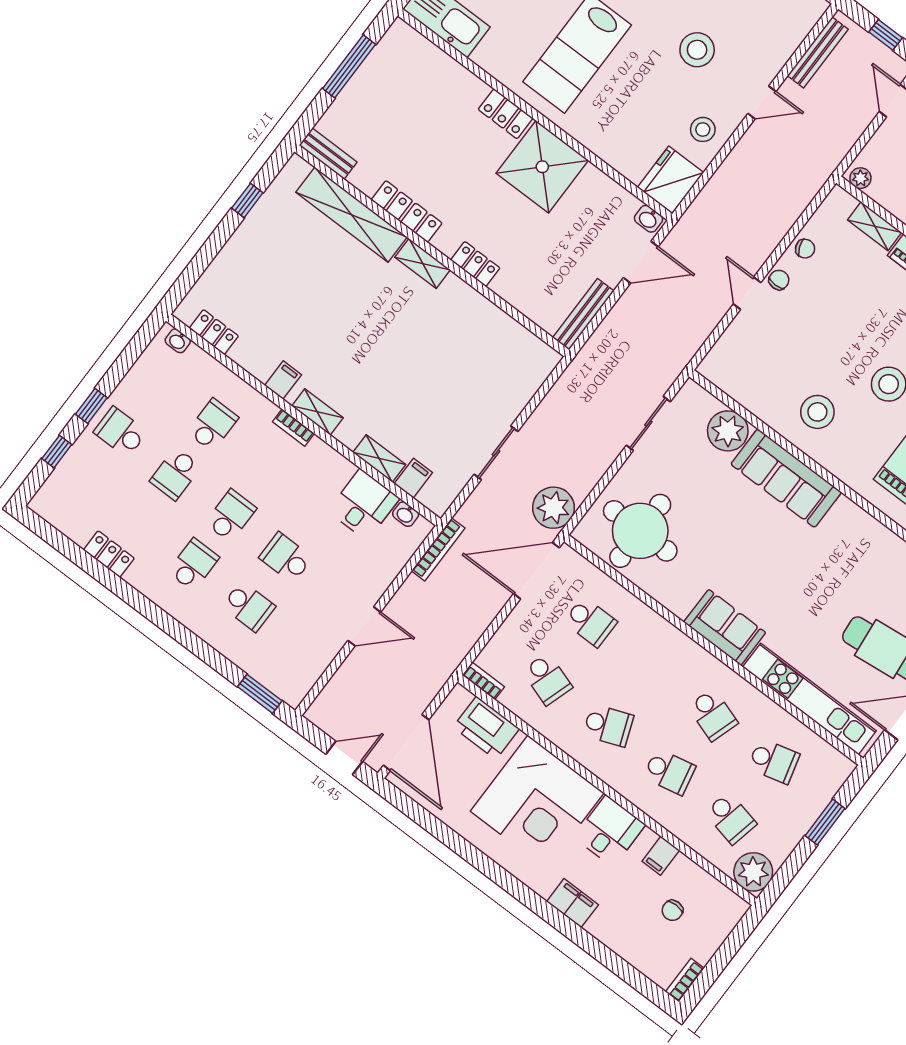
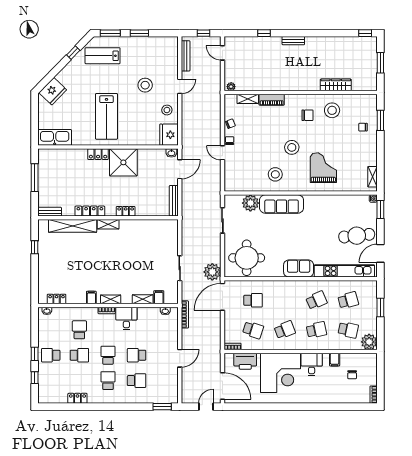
school desk: (175, 474) -> (79, 355), turned -90
desk: (364, 505) -> (126, 318), moved
school desk: (713, 715) -> (316, 300), turned -42
filing cabinet: (572, 903) -> (317, 397), removed

